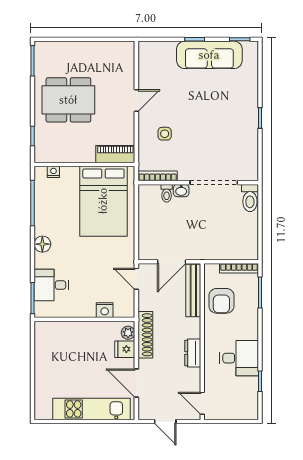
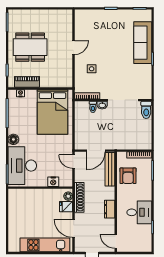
sofa: (209, 55) -> (143, 43), moved, turned 90
piano: (115, 154) -> (27, 82), moved
desk: (51, 285) -> (22, 166), width x1.87, depth x1.30

